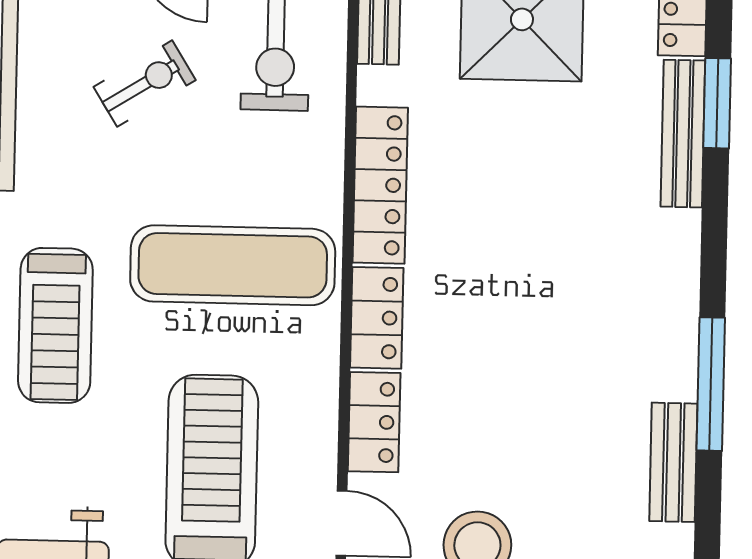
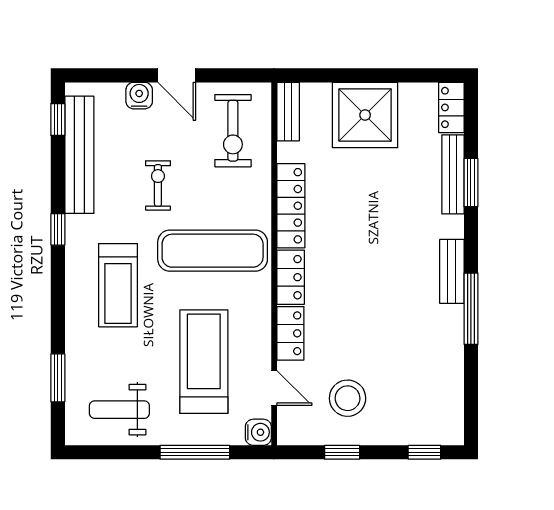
exercise bike: (145, 84) -> (158, 185), moved, turned -58
window: (717, 103) -> (471, 183), moved
bench: (673, 462) -> (452, 271), moved

